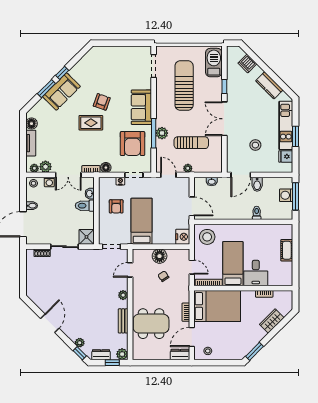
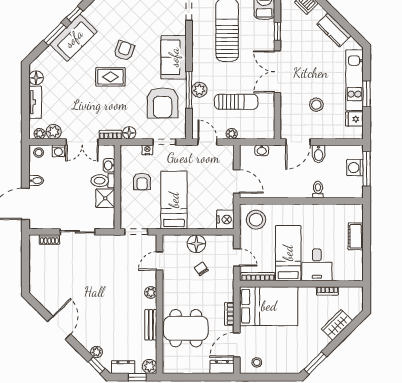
shower: (86, 237) -> (105, 198), moved

